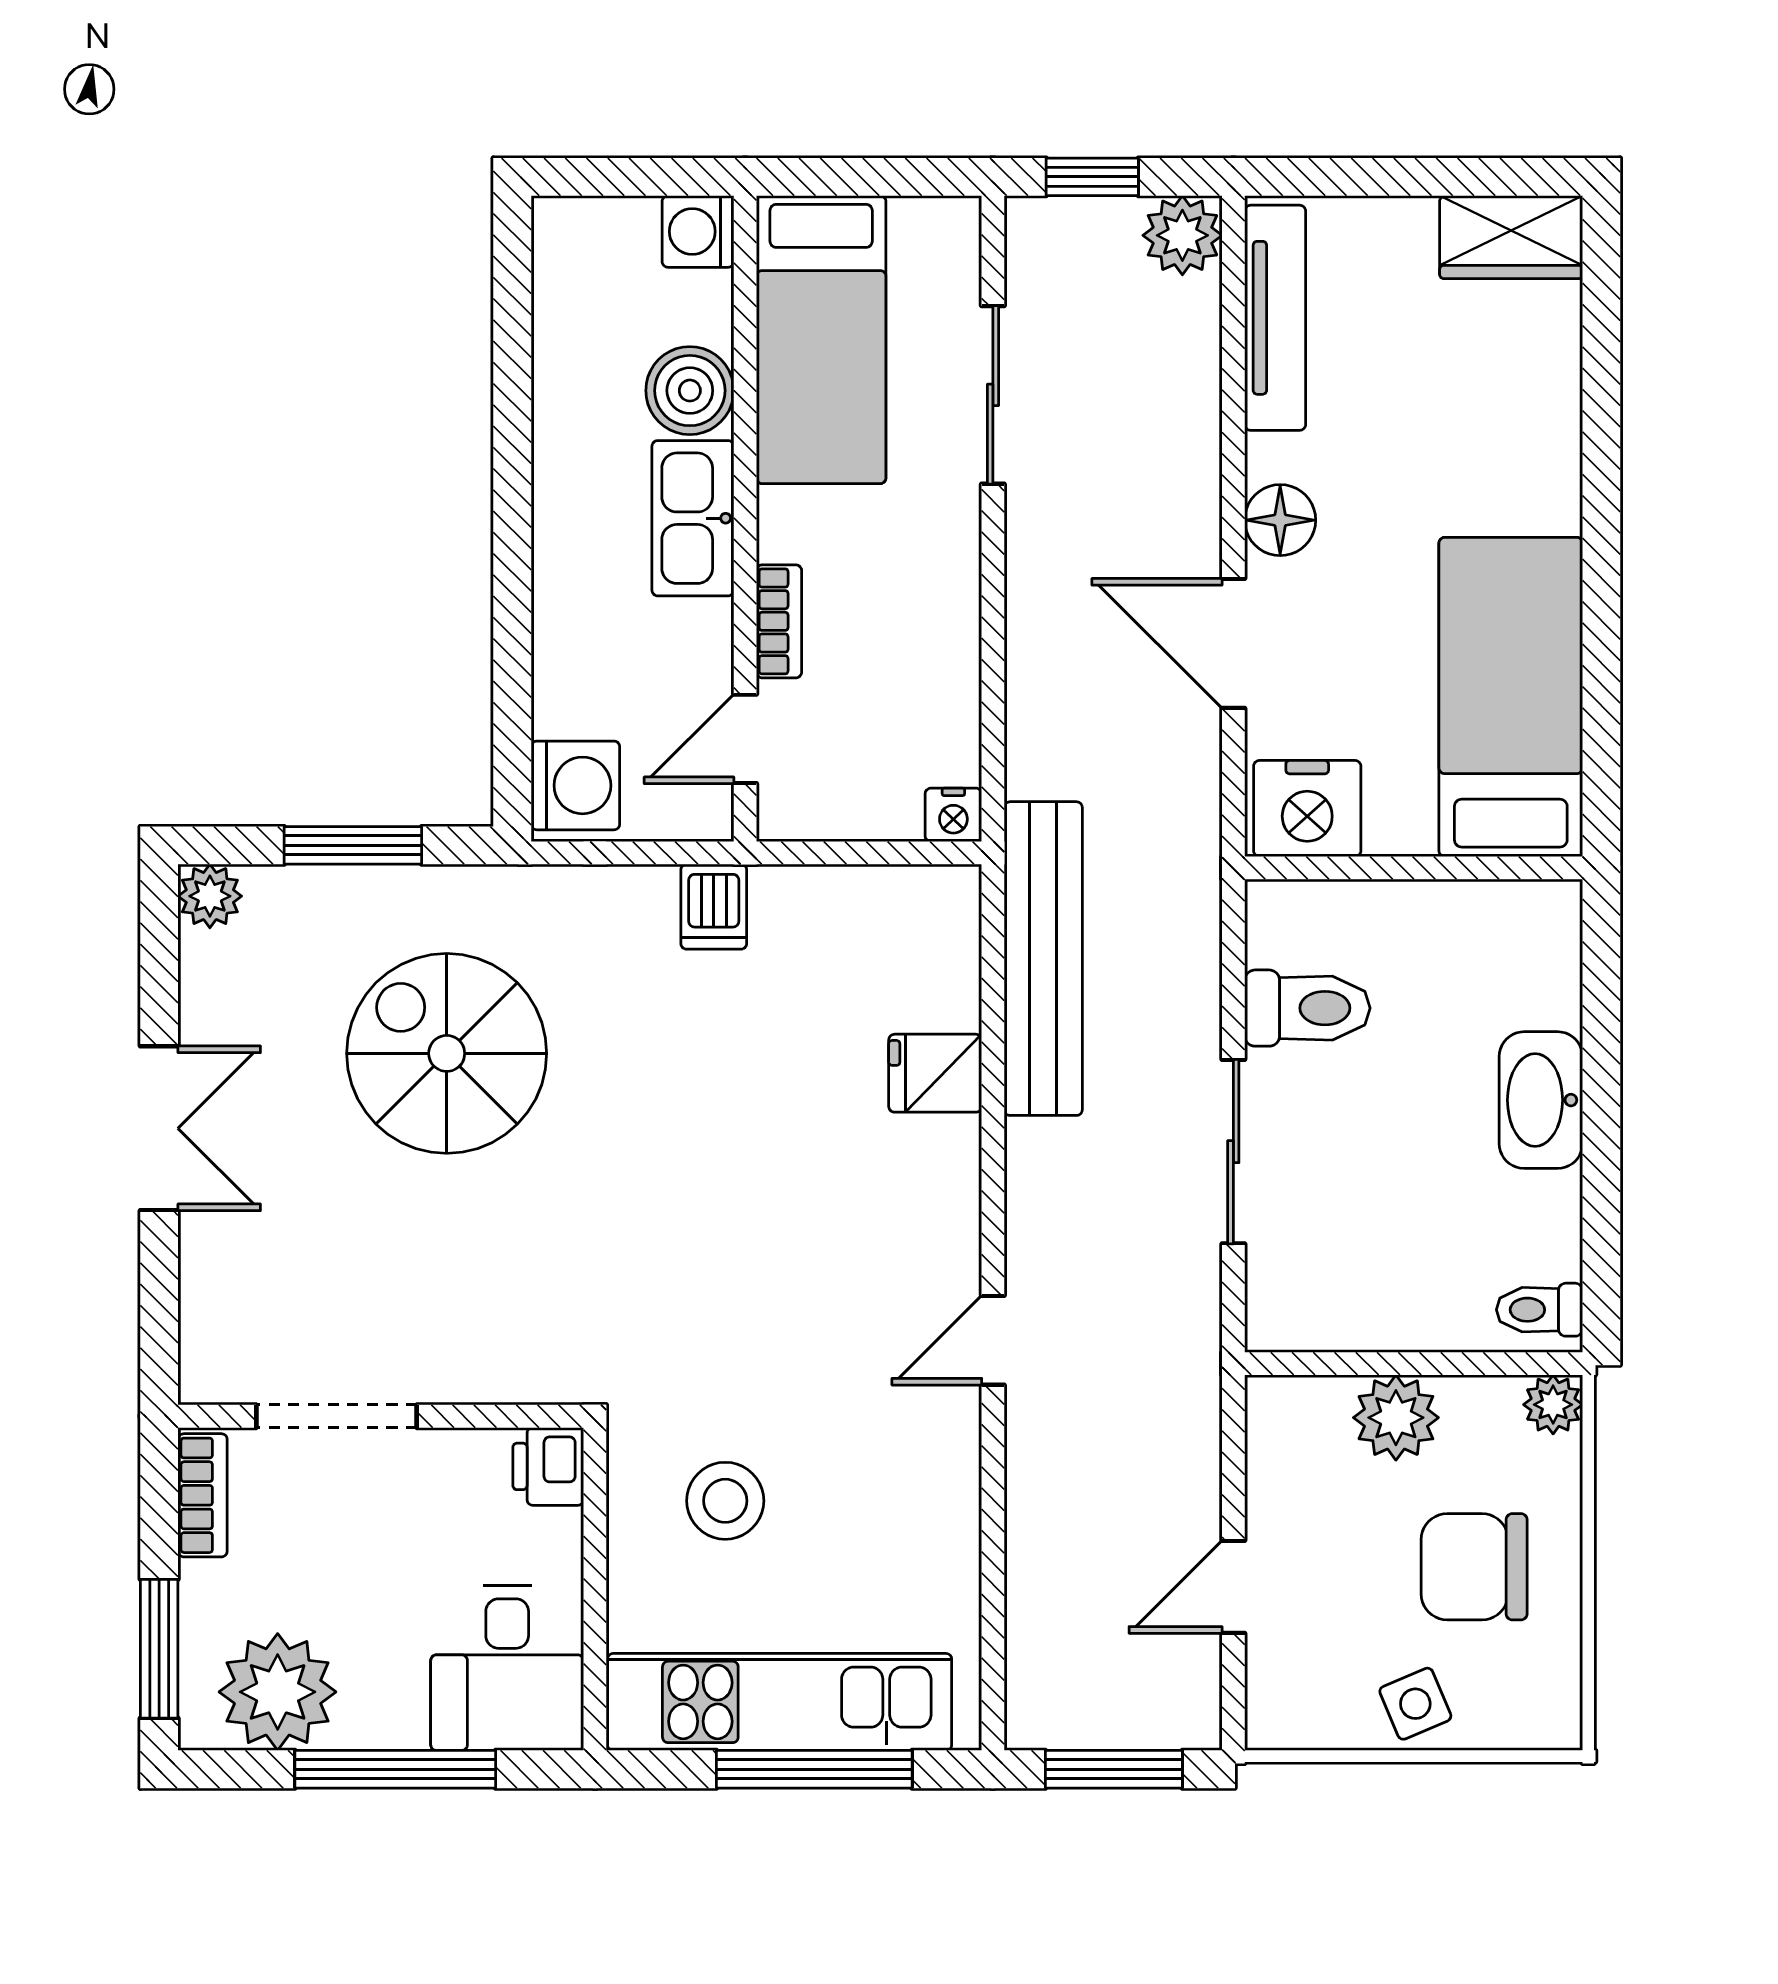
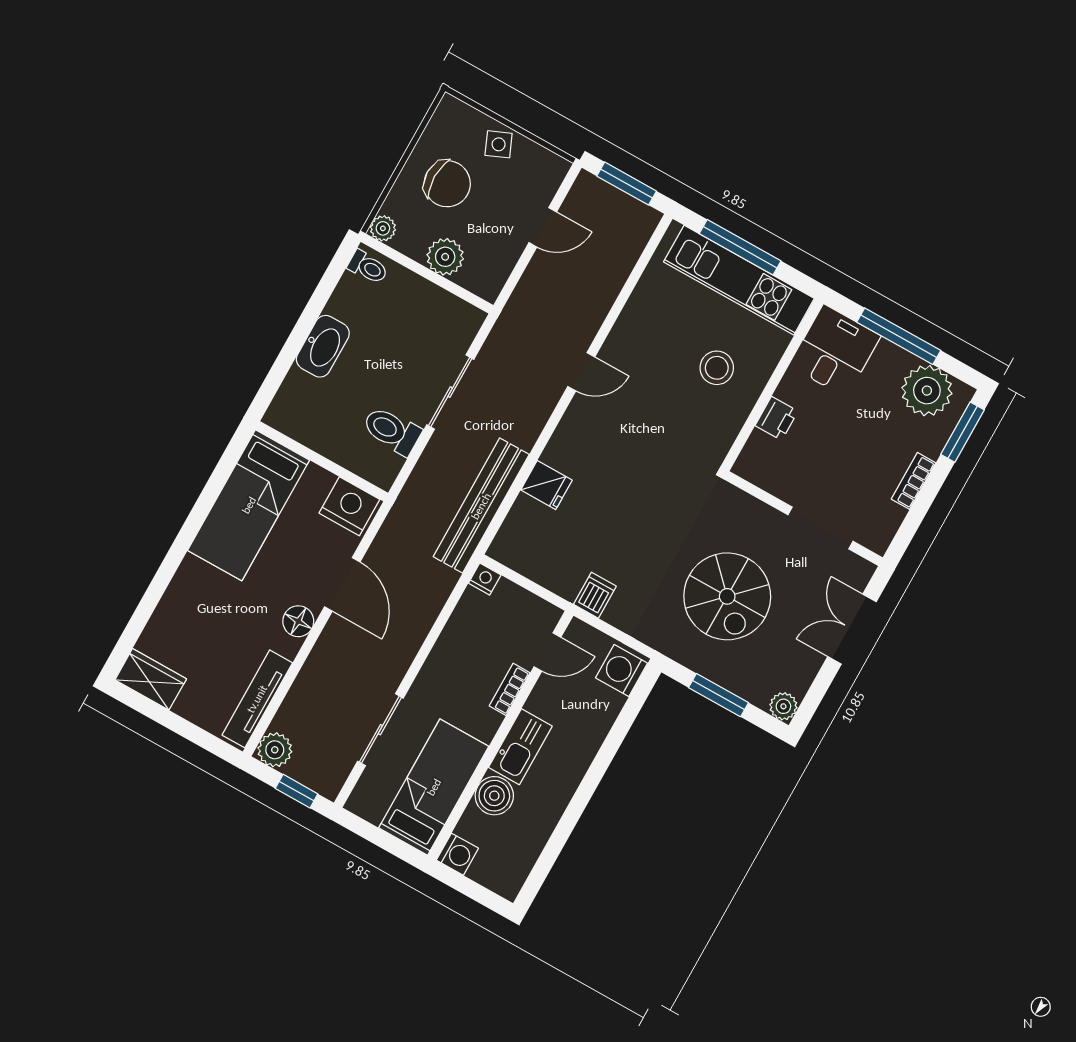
doorway: (337, 1416) -> (820, 528), moved
wall: (381, 1416) -> (804, 519), moved

